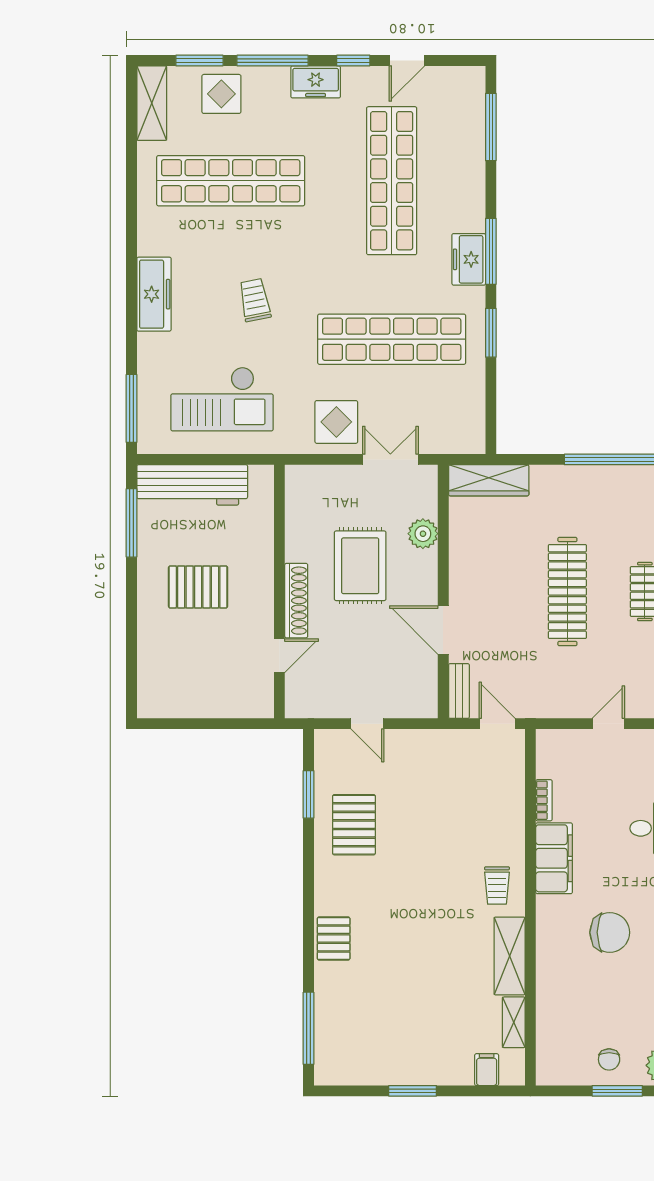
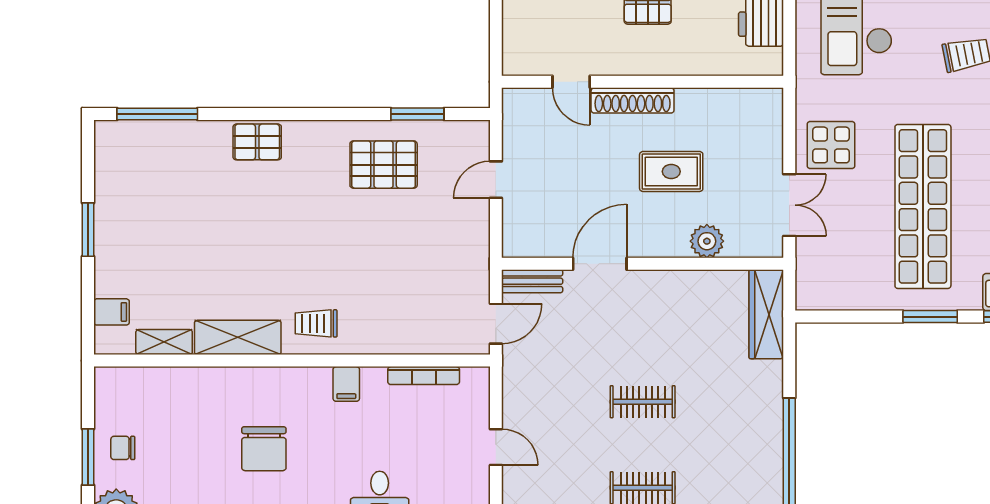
rug: (360, 566) -> (671, 171), width x0.73, depth x0.70
clothes rail: (567, 592) -> (643, 402), width x0.54, depth x0.76
bookcase: (544, 800) -> (424, 376), width x1.56
filing cabinet: (554, 858) -> (346, 384), width x0.33, depth x0.86

